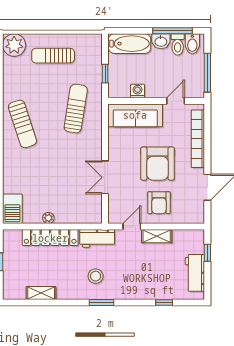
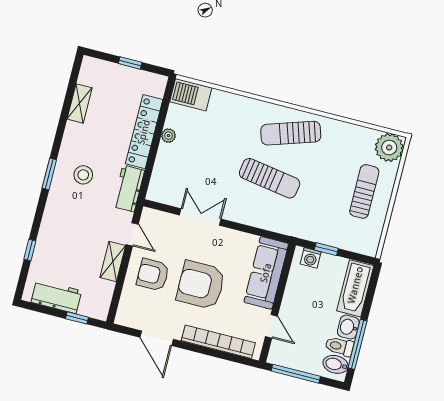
washing machine: (138, 91) -> (311, 258), moved, turned 90
sun lounger: (76, 109) -> (270, 178), moved

